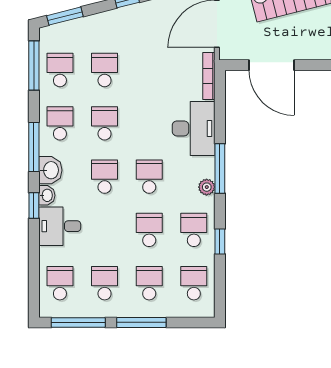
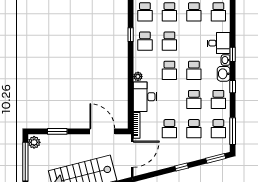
school desk: (149, 70) -> (169, 129), added
window: (34, 147) -> (233, 87), width x0.46
window: (220, 169) -> (131, 75), removed
plant: (207, 187) -> (138, 76), moved

